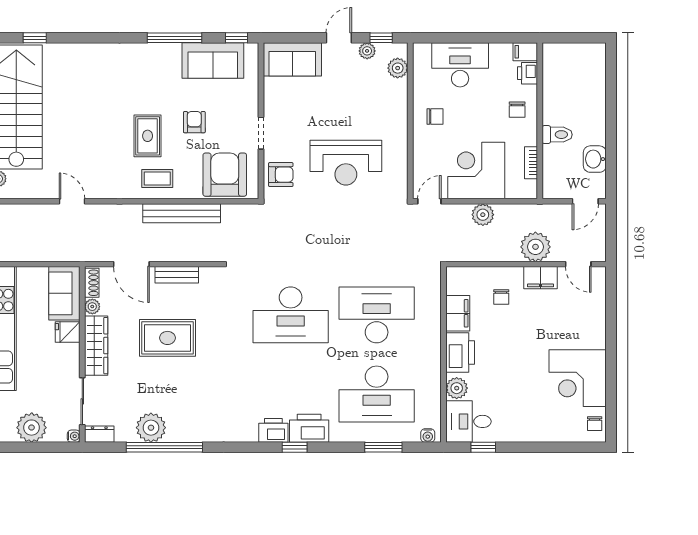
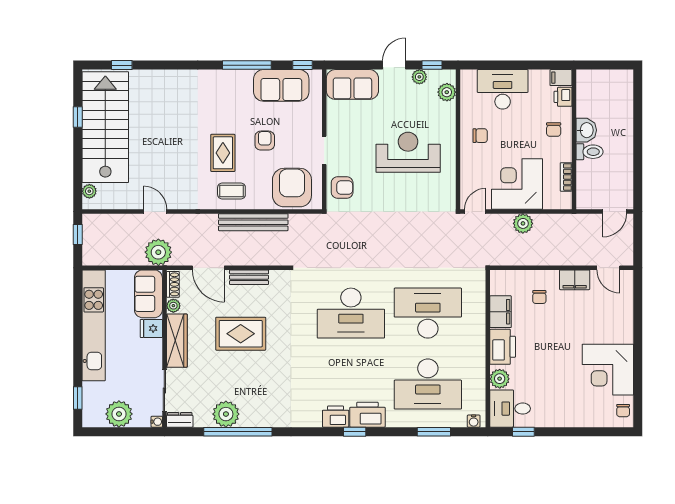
washbasin: (595, 159) -> (586, 130), moved, turned 180
reception desk: (346, 163) -> (408, 152), moved, turned 180
plant: (535, 247) -> (158, 252), moved

